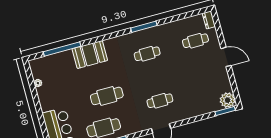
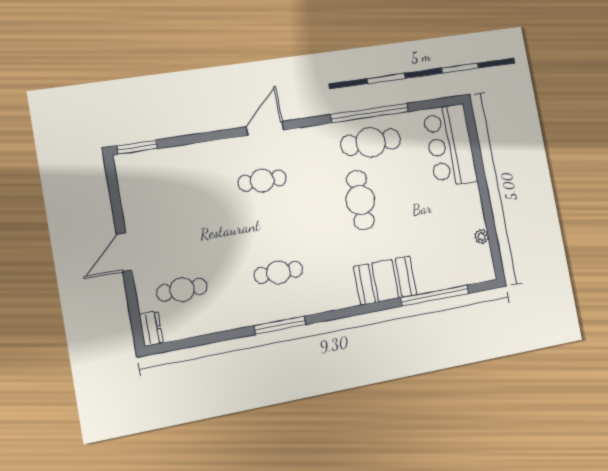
door: (226, 57) -> (124, 252), hinge flipped
cafe table: (107, 96) -> (360, 200), turned 90
plant: (228, 100) -> (130, 167), removed

